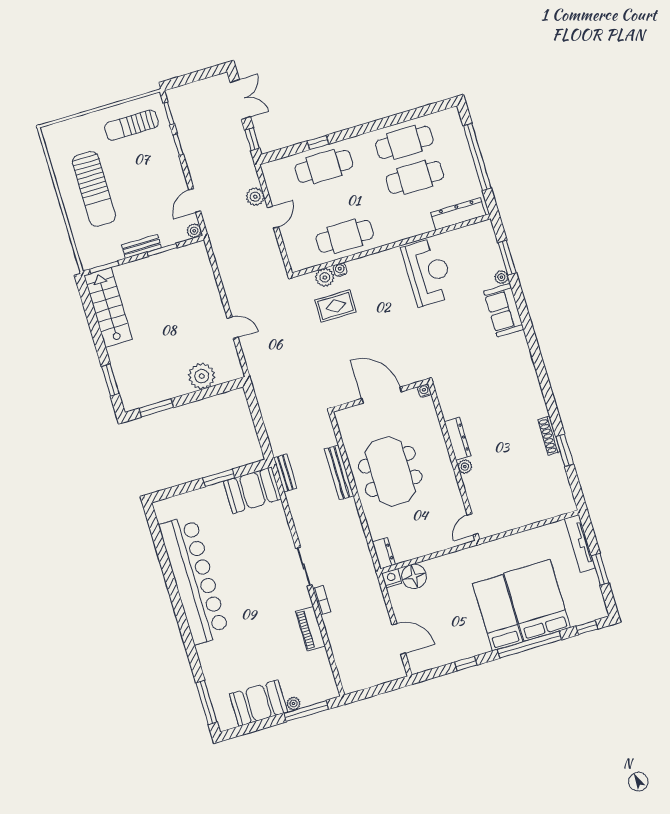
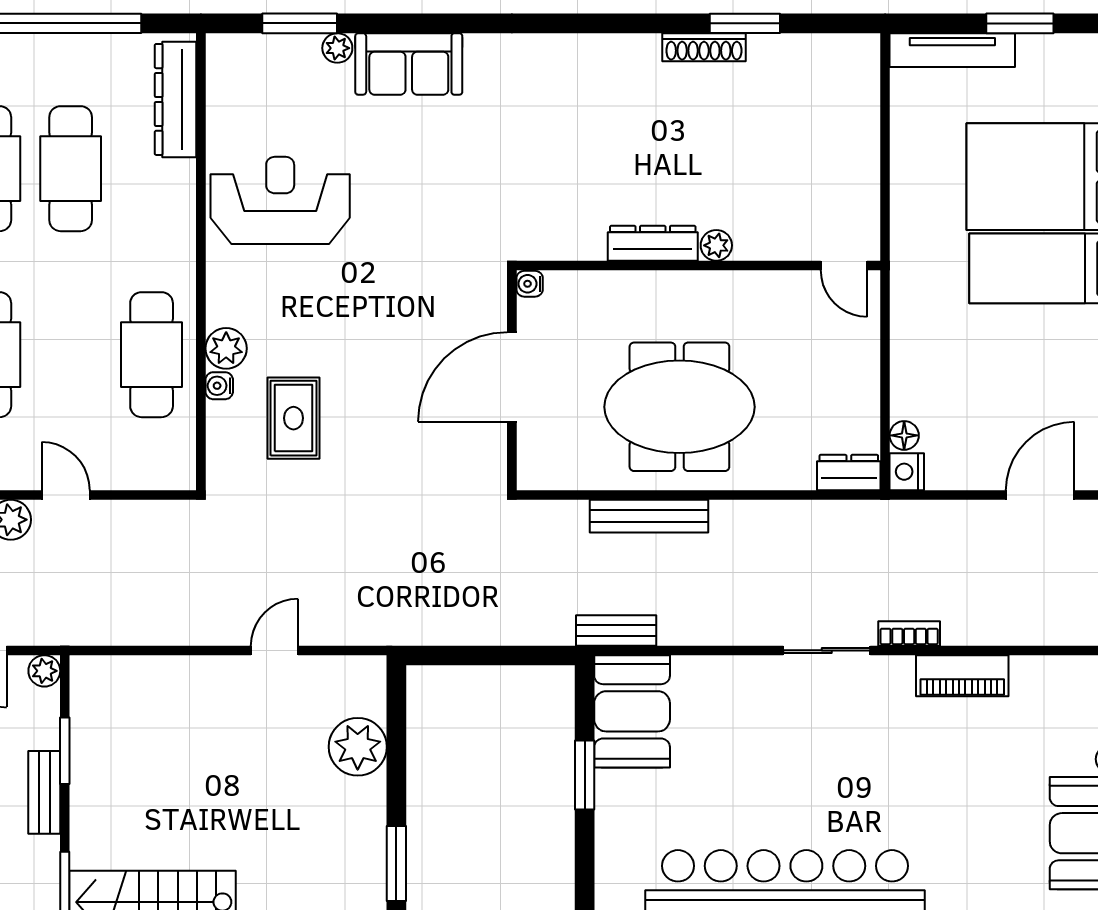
plant: (325, 277) -> (226, 348), moved
floor lamp: (414, 576) -> (904, 435), width x0.53, depth x0.53

